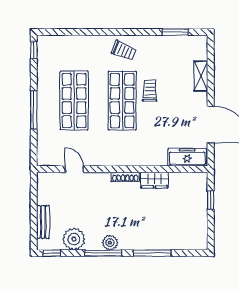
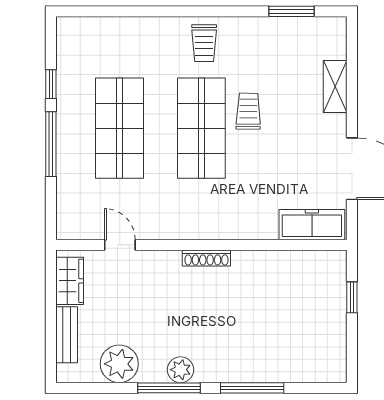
window: (34, 50) -> (51, 84), moved
trolley: (124, 51) -> (204, 43), turned 67
wardrobe: (154, 180) -> (70, 281), moved, turned -90
window: (52, 253) -> (81, 388), removed

